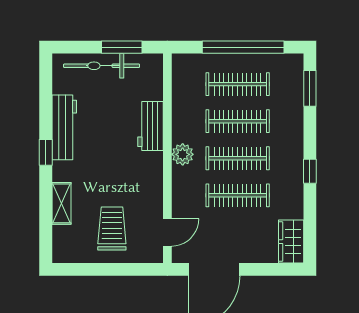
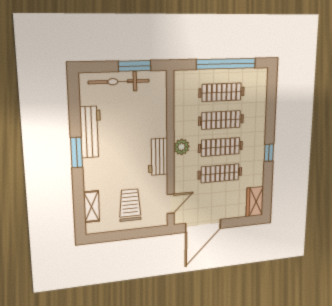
window: (310, 88) -> (271, 93), removed
workbench: (150, 126) -> (158, 157), moved
window: (46, 152) -> (77, 153), width x1.50
shelving: (61, 203) -> (92, 207), moved

